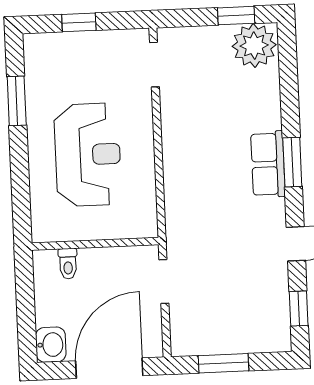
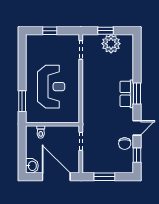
window: (236, 16) -> (105, 31), moved
plant: (254, 46) -> (111, 44), moved
window: (17, 101) -> (22, 101), moved
chair: (268, 282) -> (125, 144), added
door: (109, 368) -> (56, 177), hinge flipped

